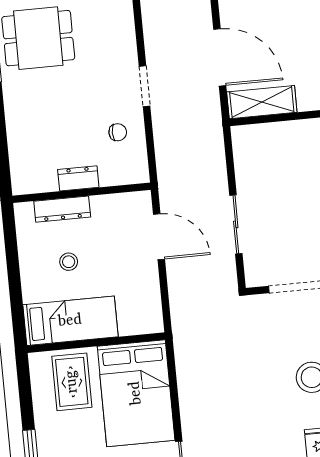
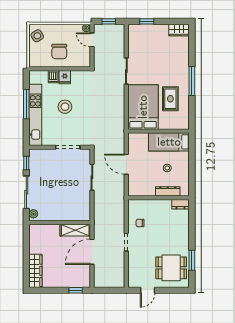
door: (220, 57) -> (92, 252), hinge flipped
dresser: (78, 178) -> (181, 204), moved
door: (159, 237) -> (126, 164), moved
rug: (72, 382) -> (170, 99), moved

